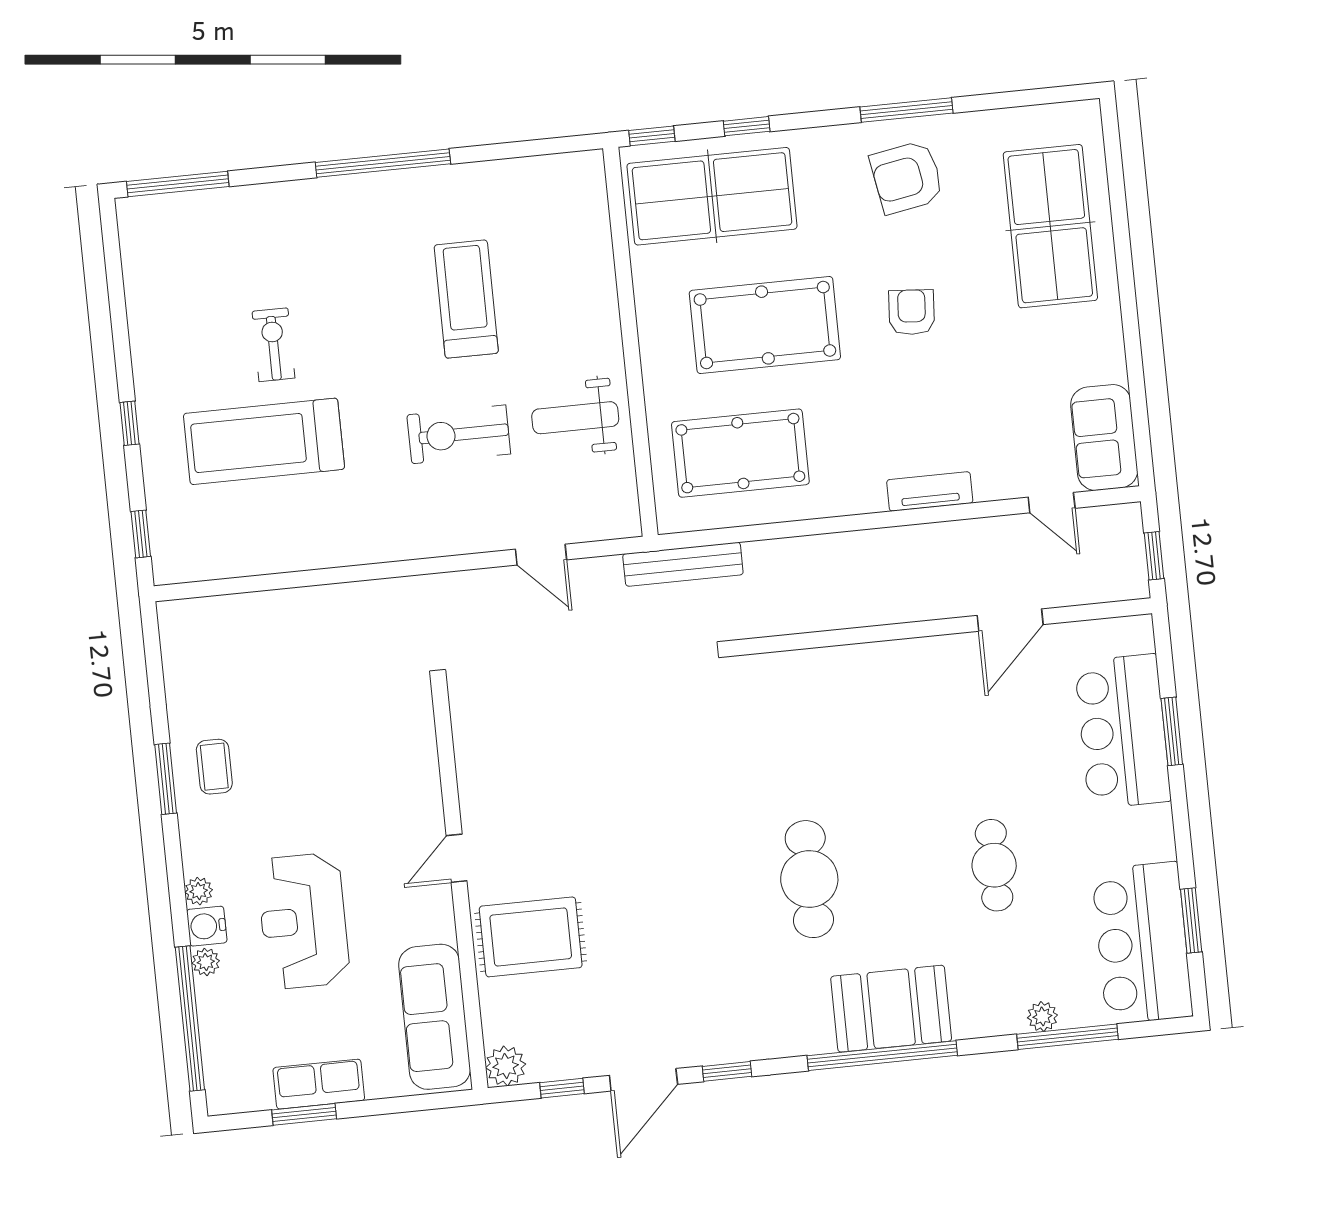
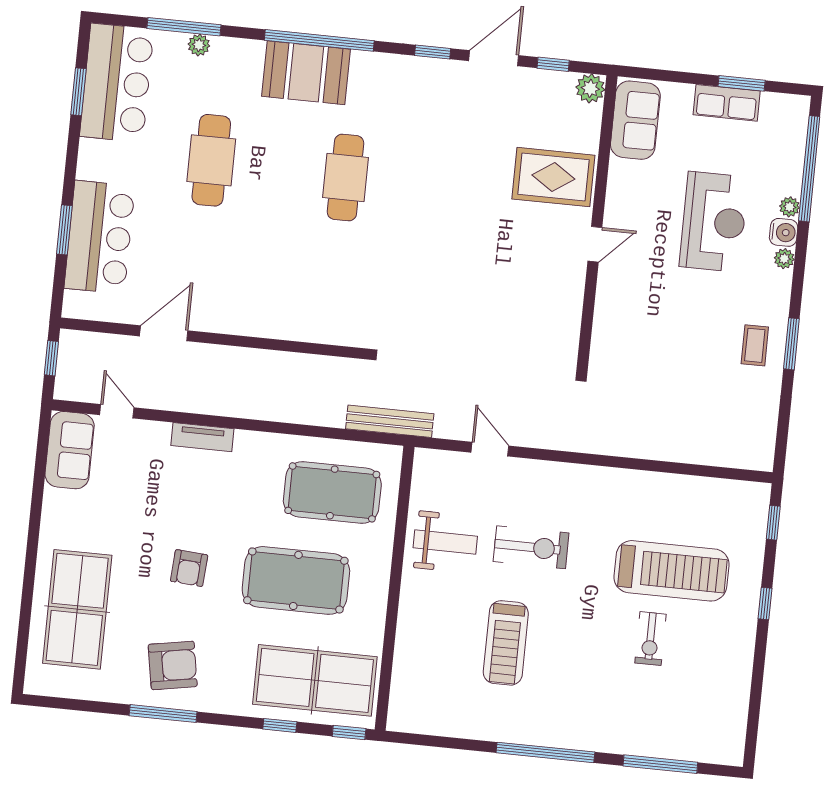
window: (178, 184) -> (660, 764), moved
cafe table: (994, 865) -> (211, 160), width x1.37, depth x1.35
sofa: (435, 1017) -> (635, 120), width x0.73

